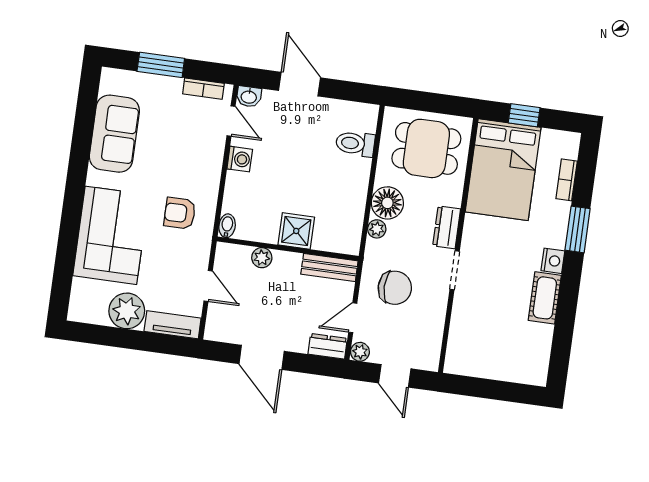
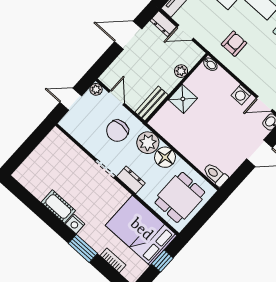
toilet: (355, 144) -> (215, 175), moved, turned -90
plant: (377, 229) -> (148, 143), width x1.88, depth x1.88
dresser: (328, 346) -> (163, 24), moved, turned 90

